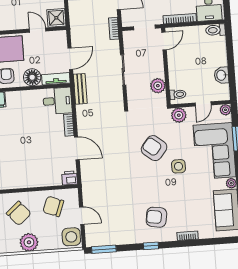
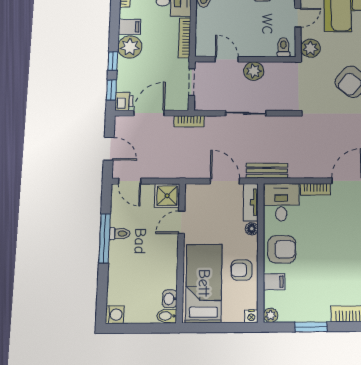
door: (164, 41) -> (227, 59), moved
floor lamp: (32, 77) -> (252, 229), width x0.53, depth x0.53
plant: (158, 86) -> (254, 71), moved
armchair: (23, 104) -> (282, 249), added
door: (203, 104) -> (298, 18), hinge flipped

